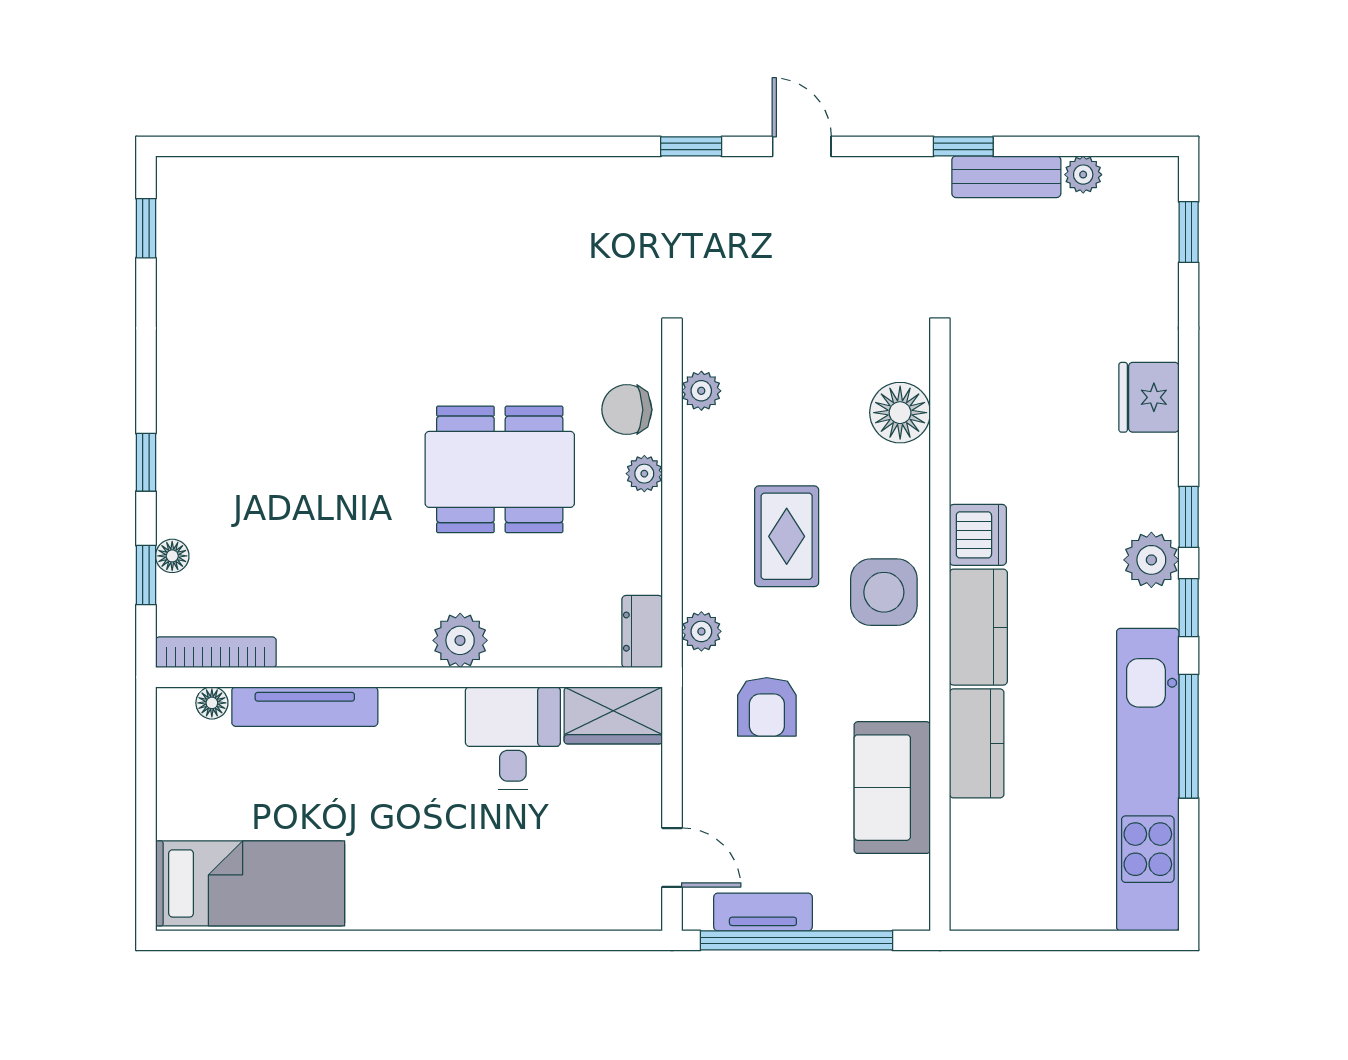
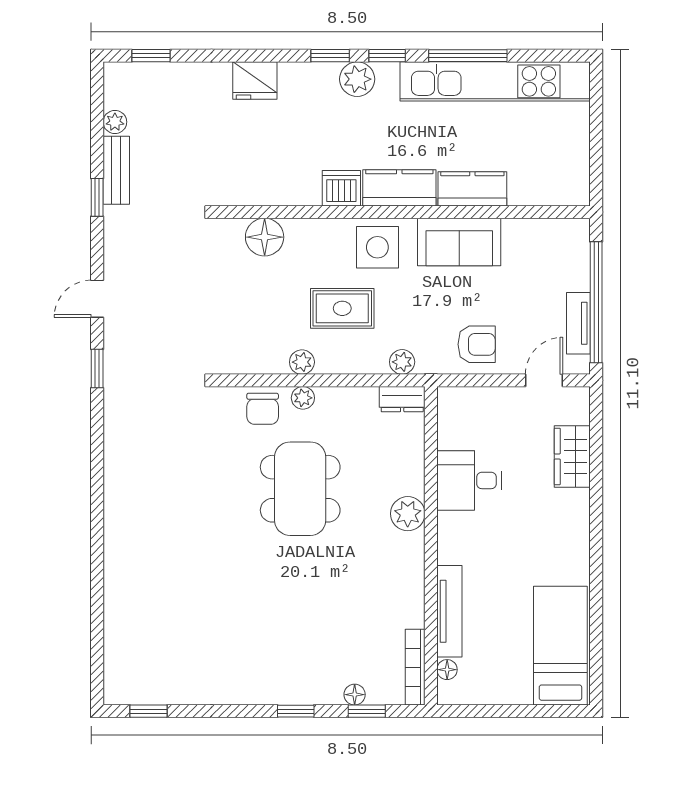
plant: (701, 391) -> (302, 362), moved
armchair: (767, 707) -> (477, 344), moved
wardrobe: (613, 715) -> (572, 456), moved, turned 180
sofa: (892, 788) -> (459, 242), moved

